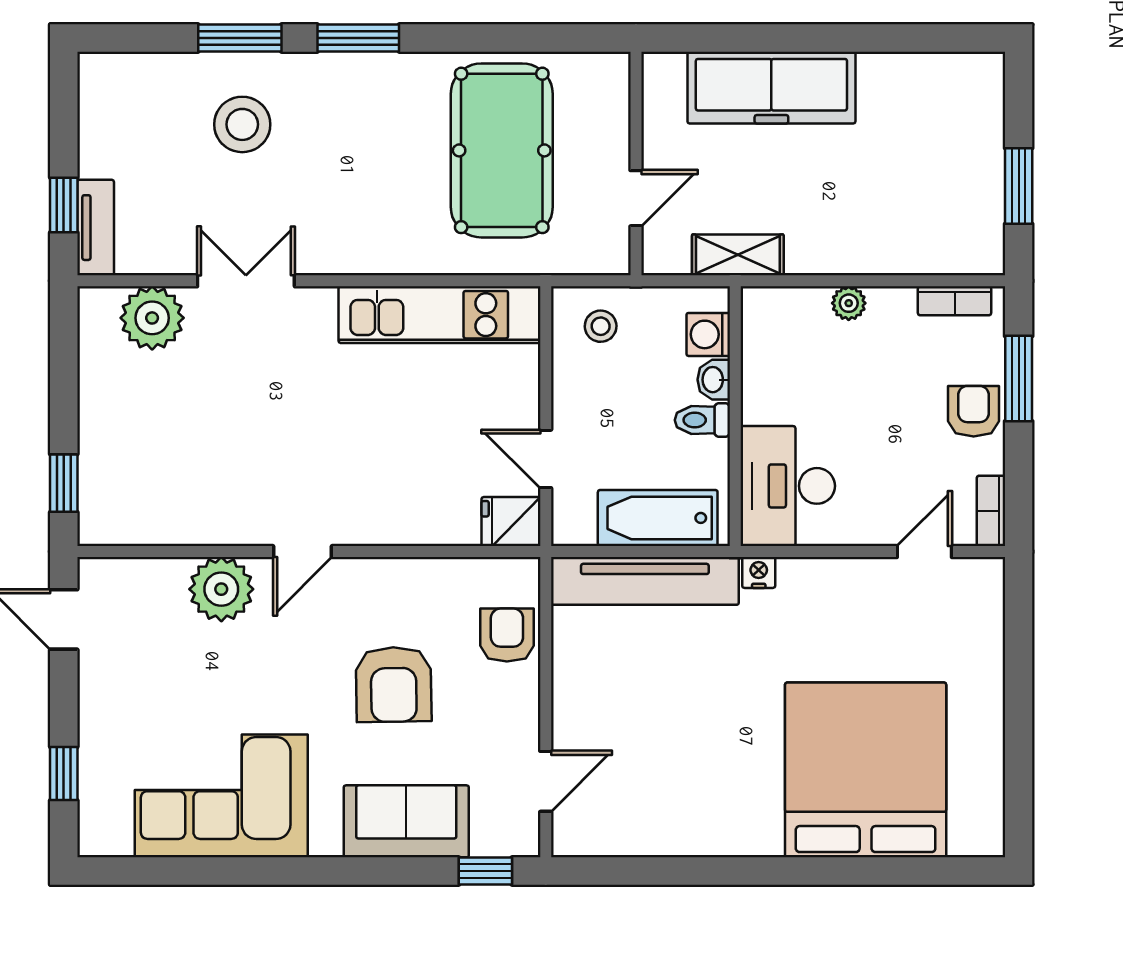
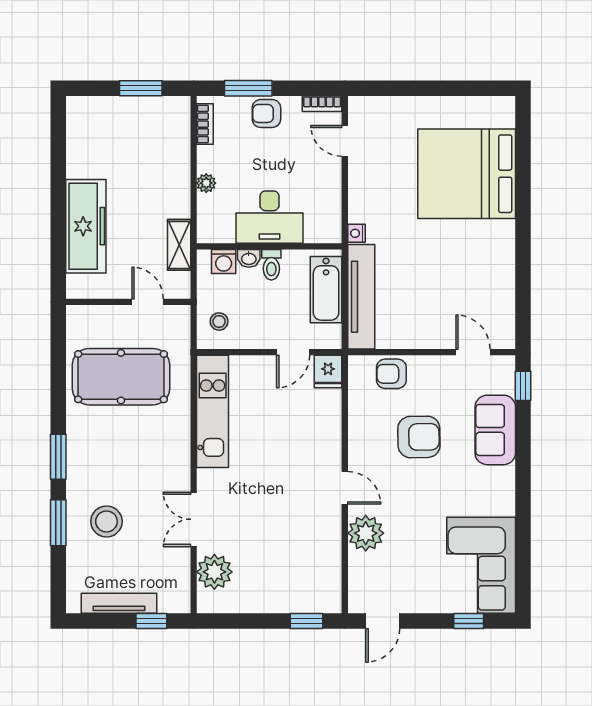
tv unit: (96, 228) -> (119, 603), moved, width x1.41
desk: (788, 486) -> (269, 217), moved
corner sofa: (221, 796) -> (481, 565), moved

